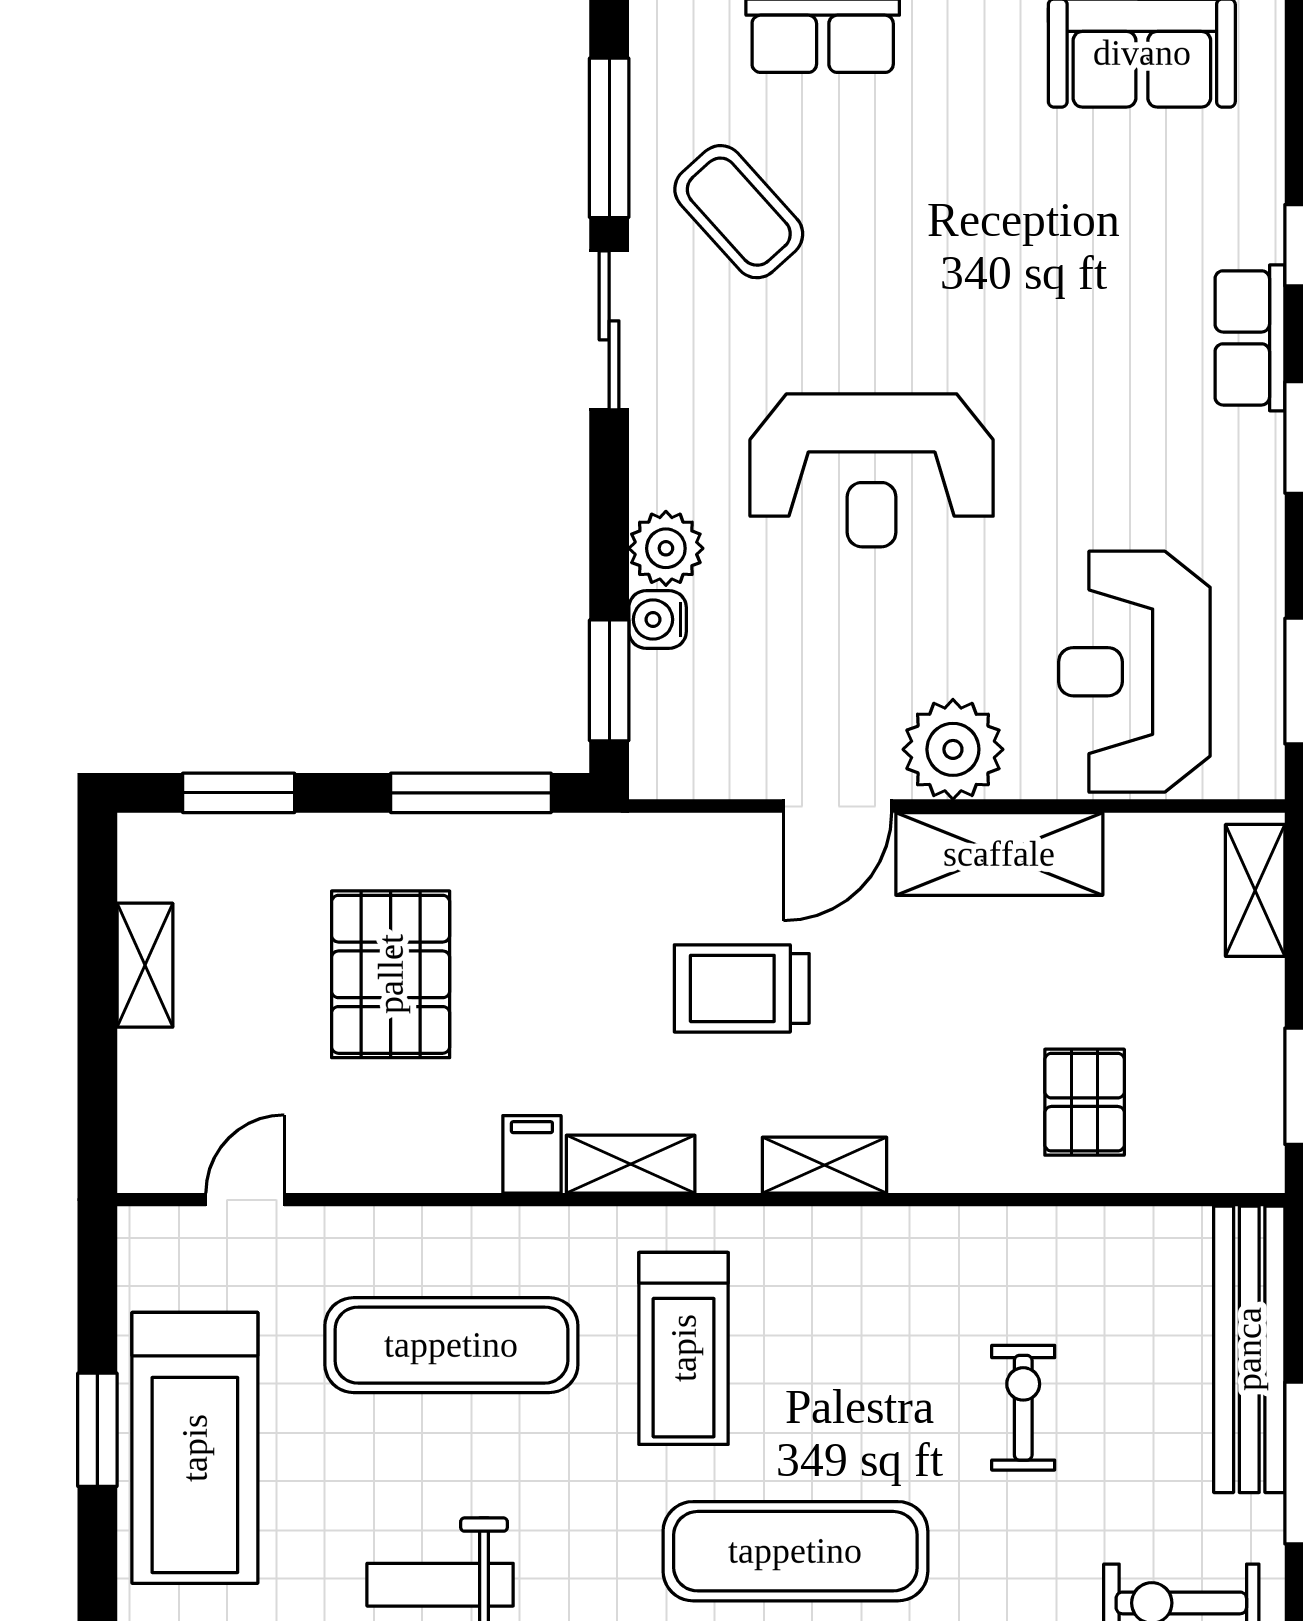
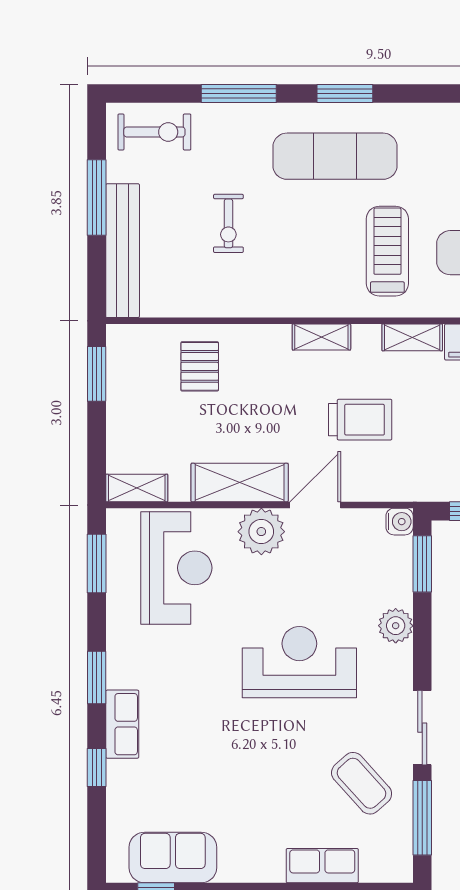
water cooler: (658, 620) -> (400, 522), moved
shelving: (1255, 890) -> (137, 488), moved, turned 90

